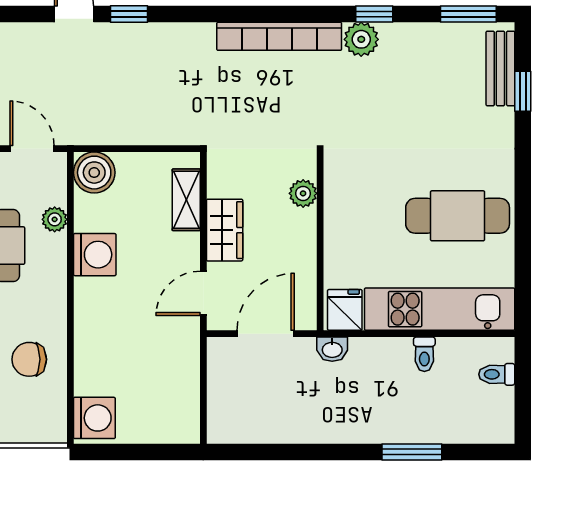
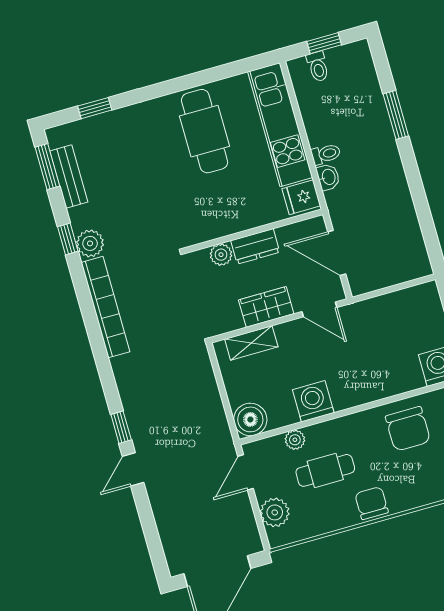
bench: (500, 68) -> (69, 177), moved, turned 90
dresser: (301, 238) -> (255, 246), added
washbasin: (332, 349) -> (328, 177), moved
toilet: (424, 354) -> (326, 154), moved
chair: (29, 359) -> (408, 429), width x1.37, depth x1.37
window: (523, 390) -> (324, 43), added

